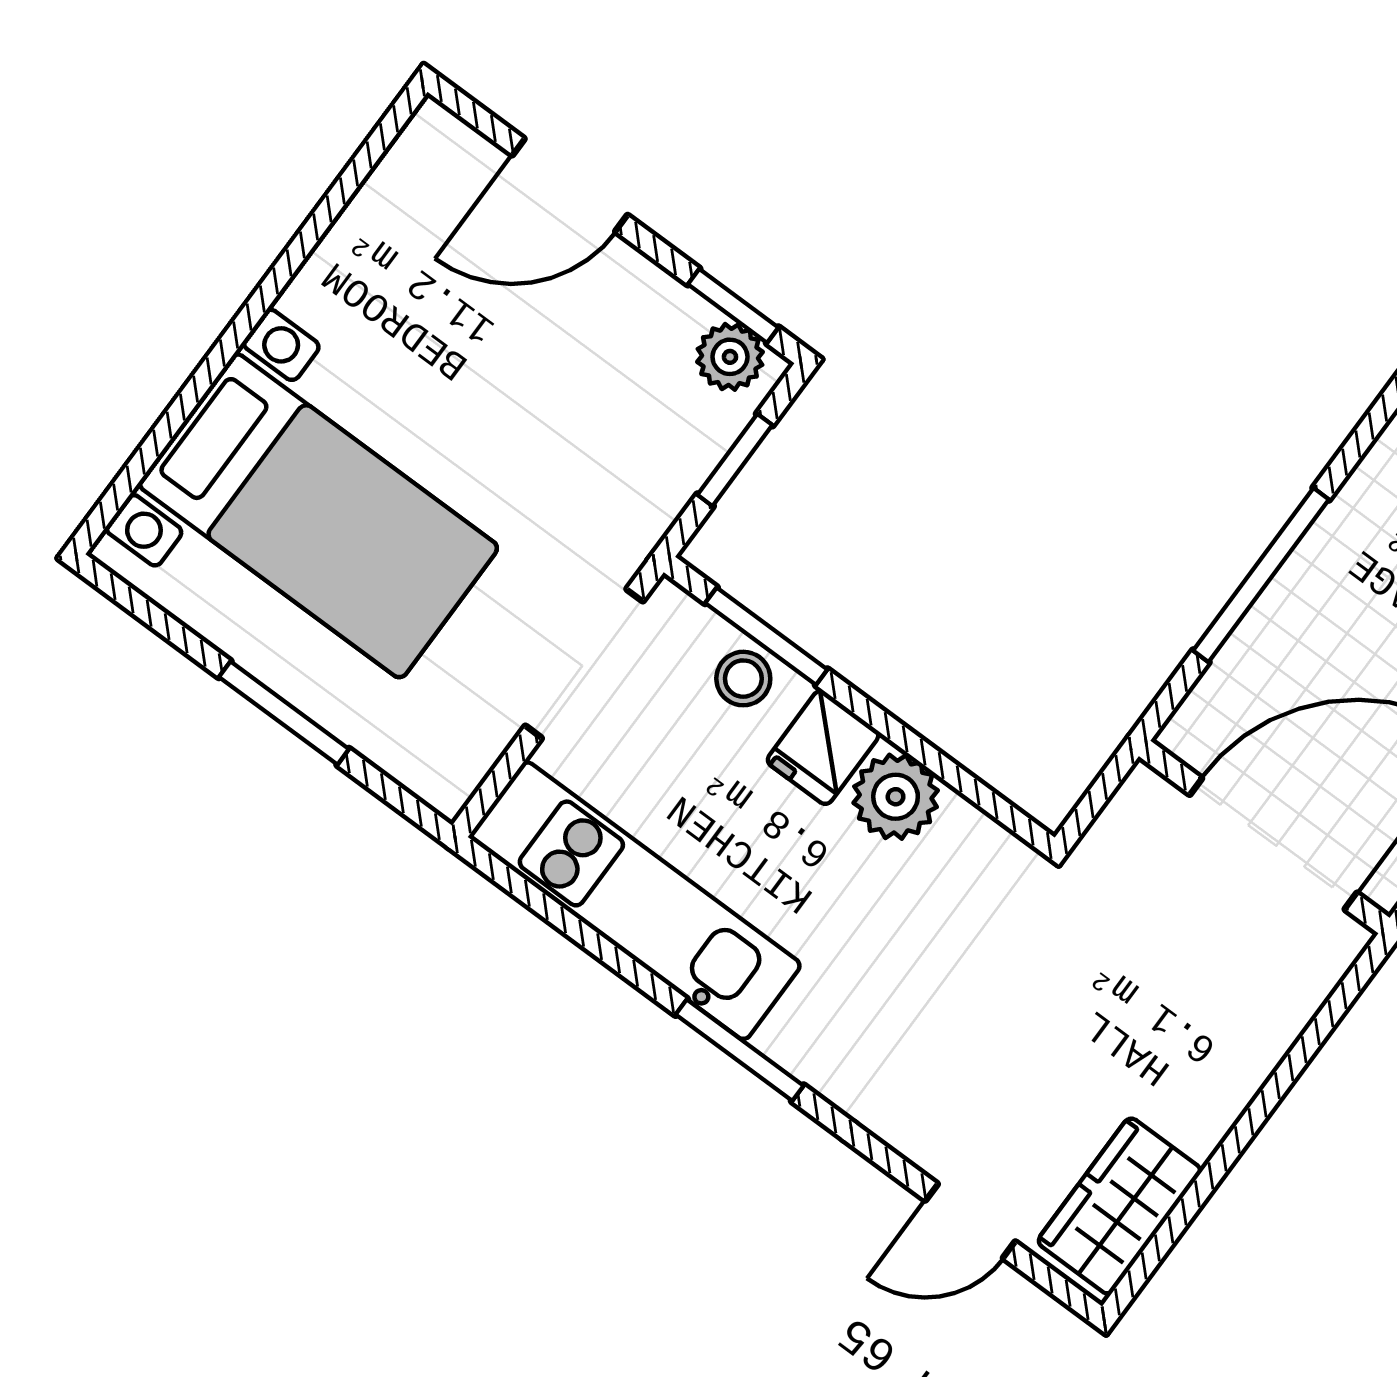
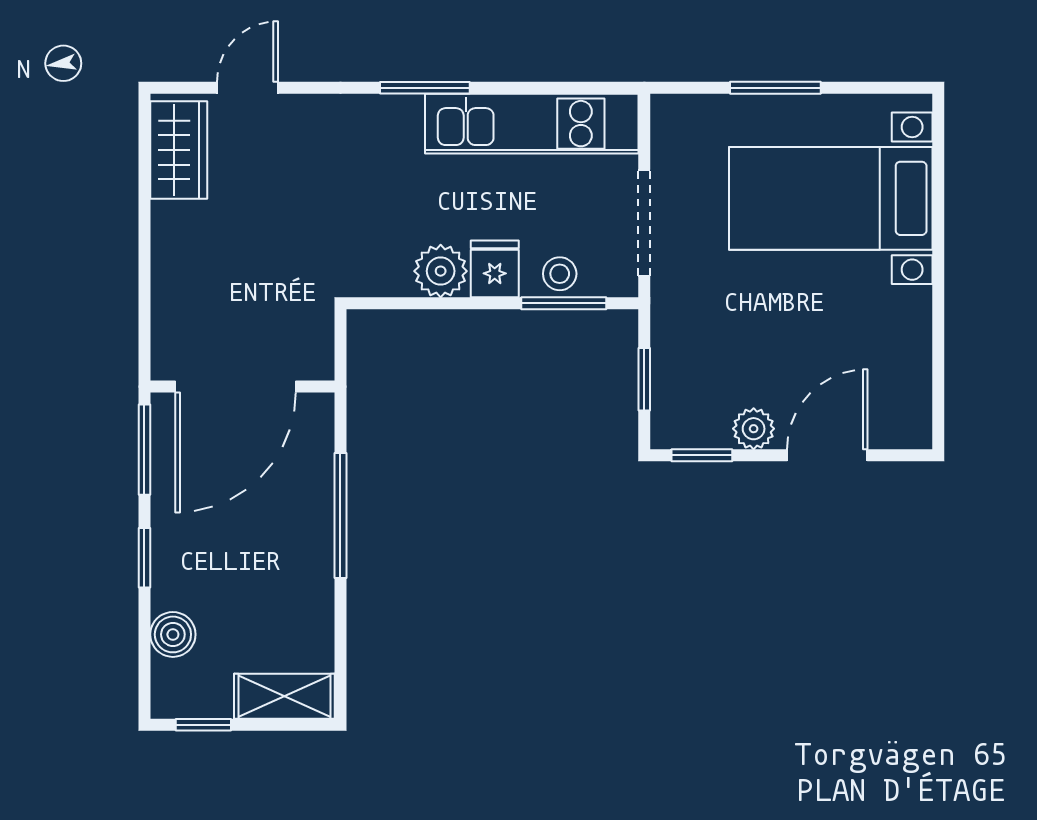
plant: (730, 357) -> (754, 429), moved

